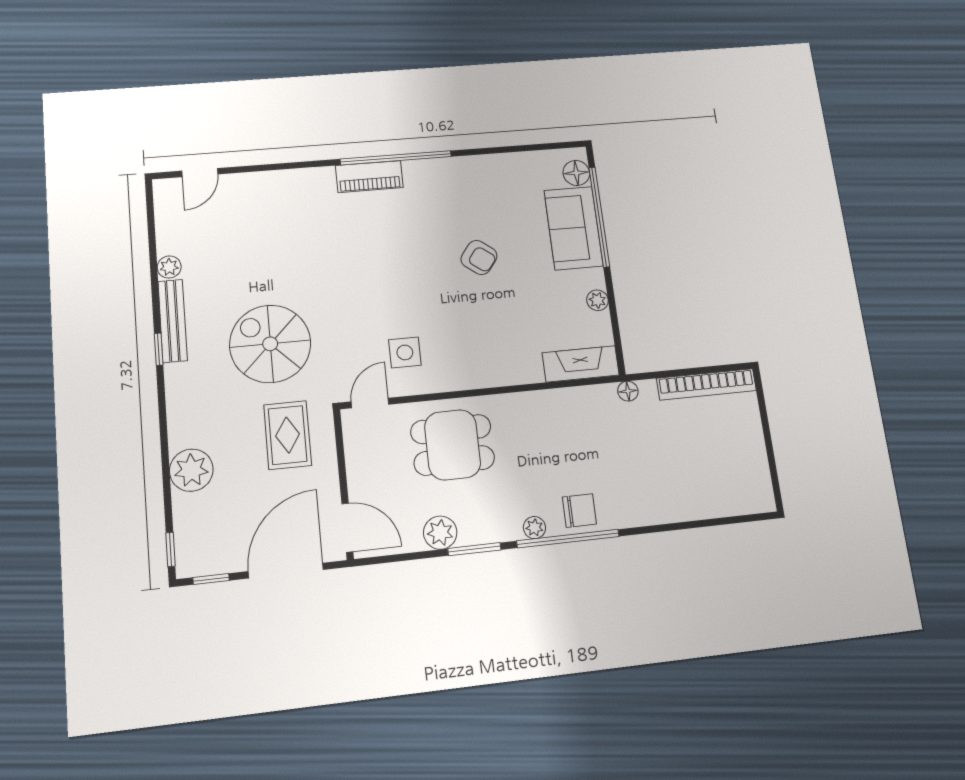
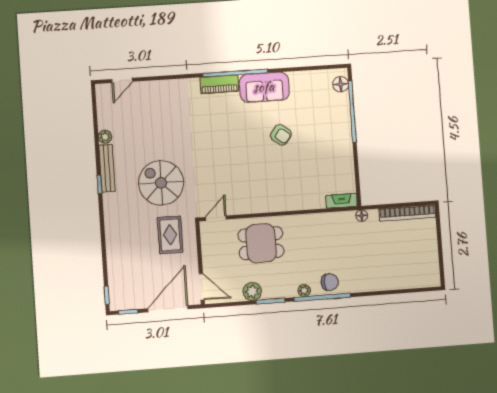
sofa: (573, 228) -> (264, 87), moved, turned -90
plant: (597, 300) -> (348, 162), removed
side table: (405, 352) -> (236, 190), removed
fireplace: (581, 364) -> (342, 201), width x0.73, depth x0.76
plant: (191, 470) -> (118, 253), removed

